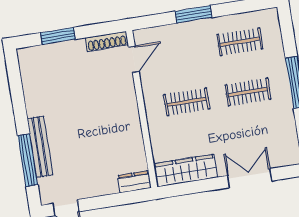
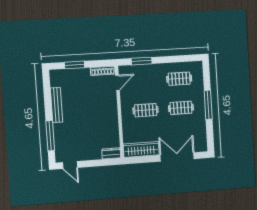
window: (193, 14) -> (142, 61), moved
bench: (40, 147) -> (56, 105), moved
double door: (250, 178) -> (177, 157), width x1.37

